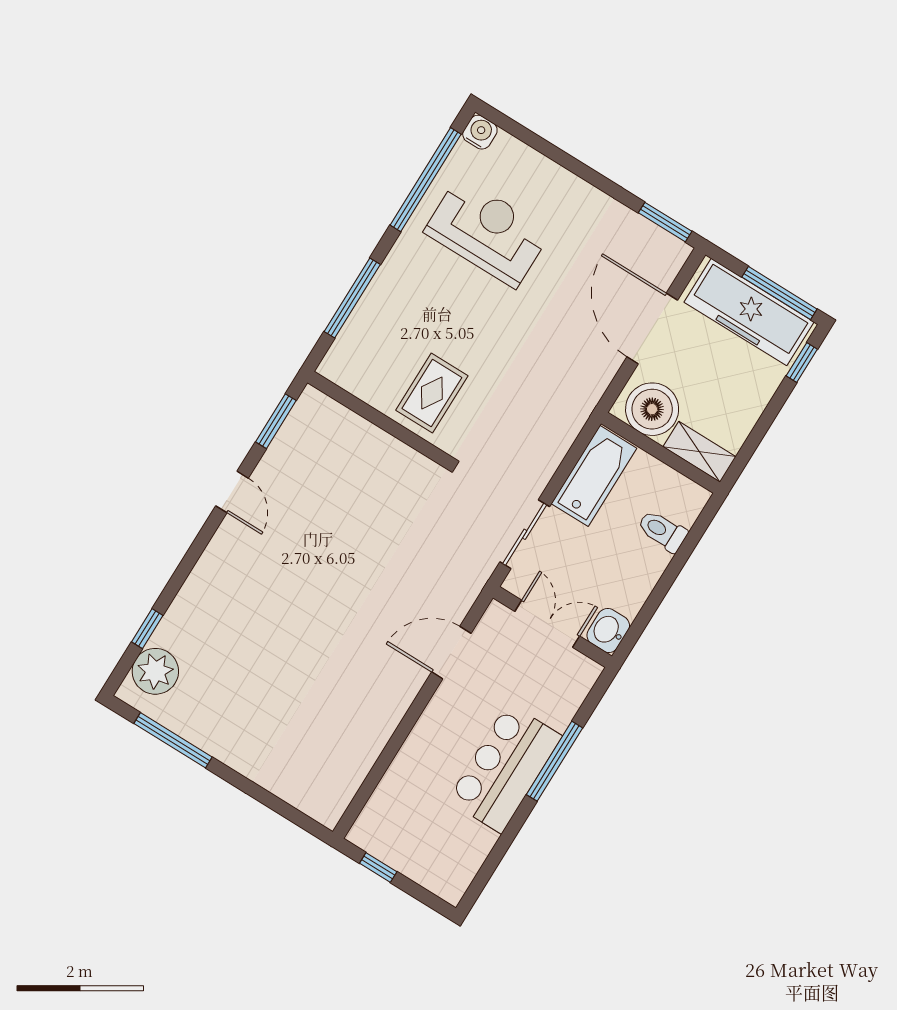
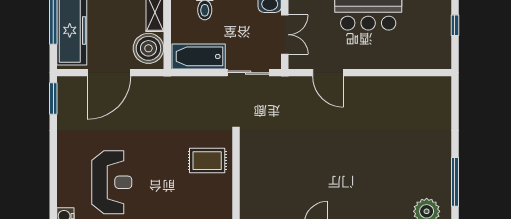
reception desk: (487, 232) -> (112, 182), turned 180
double door: (547, 624) -> (285, 35), swing flipped
window: (378, 868) -> (455, 25), moved

